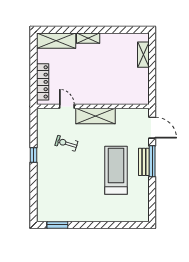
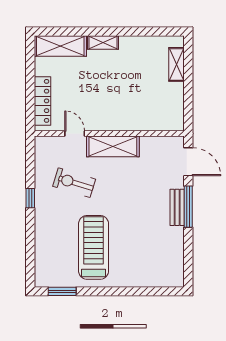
exercise bike: (66, 143) -> (74, 183), width x1.38, depth x1.39
treadmill: (116, 170) -> (94, 247), moved

